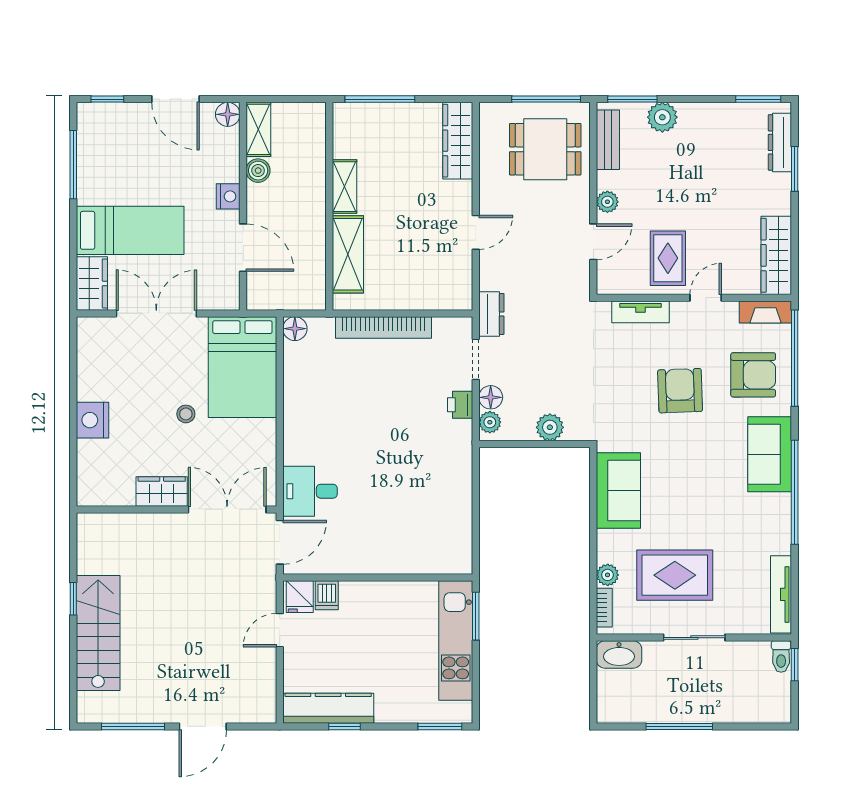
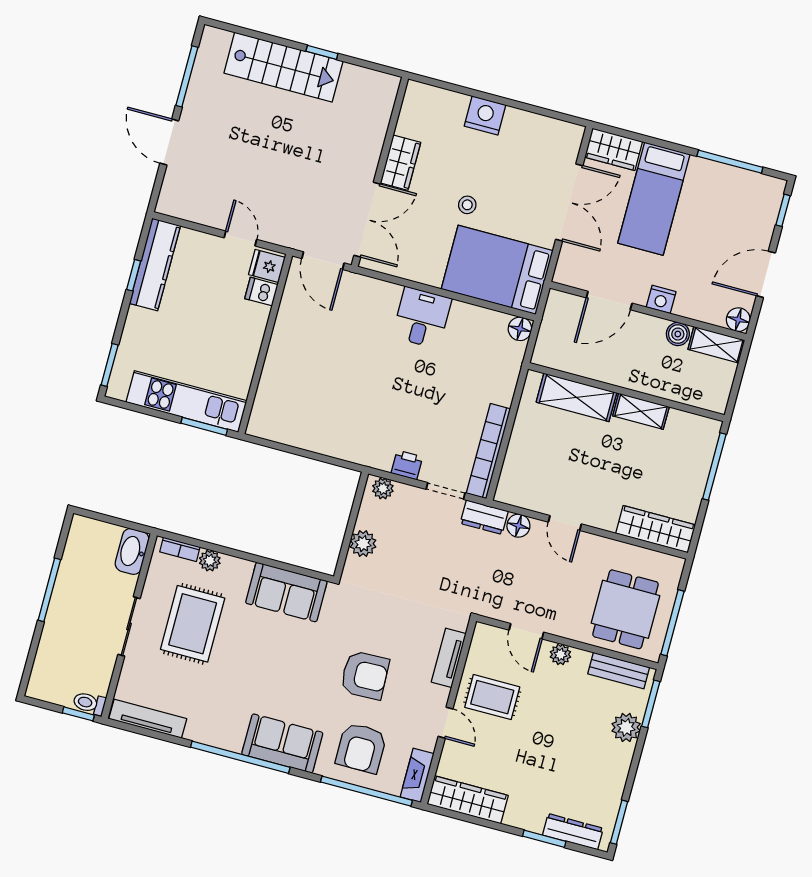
bookcase: (383, 327) -> (488, 451), moved
floor lamp: (491, 397) -> (518, 526), moved
desk: (310, 491) -> (422, 318), moved

